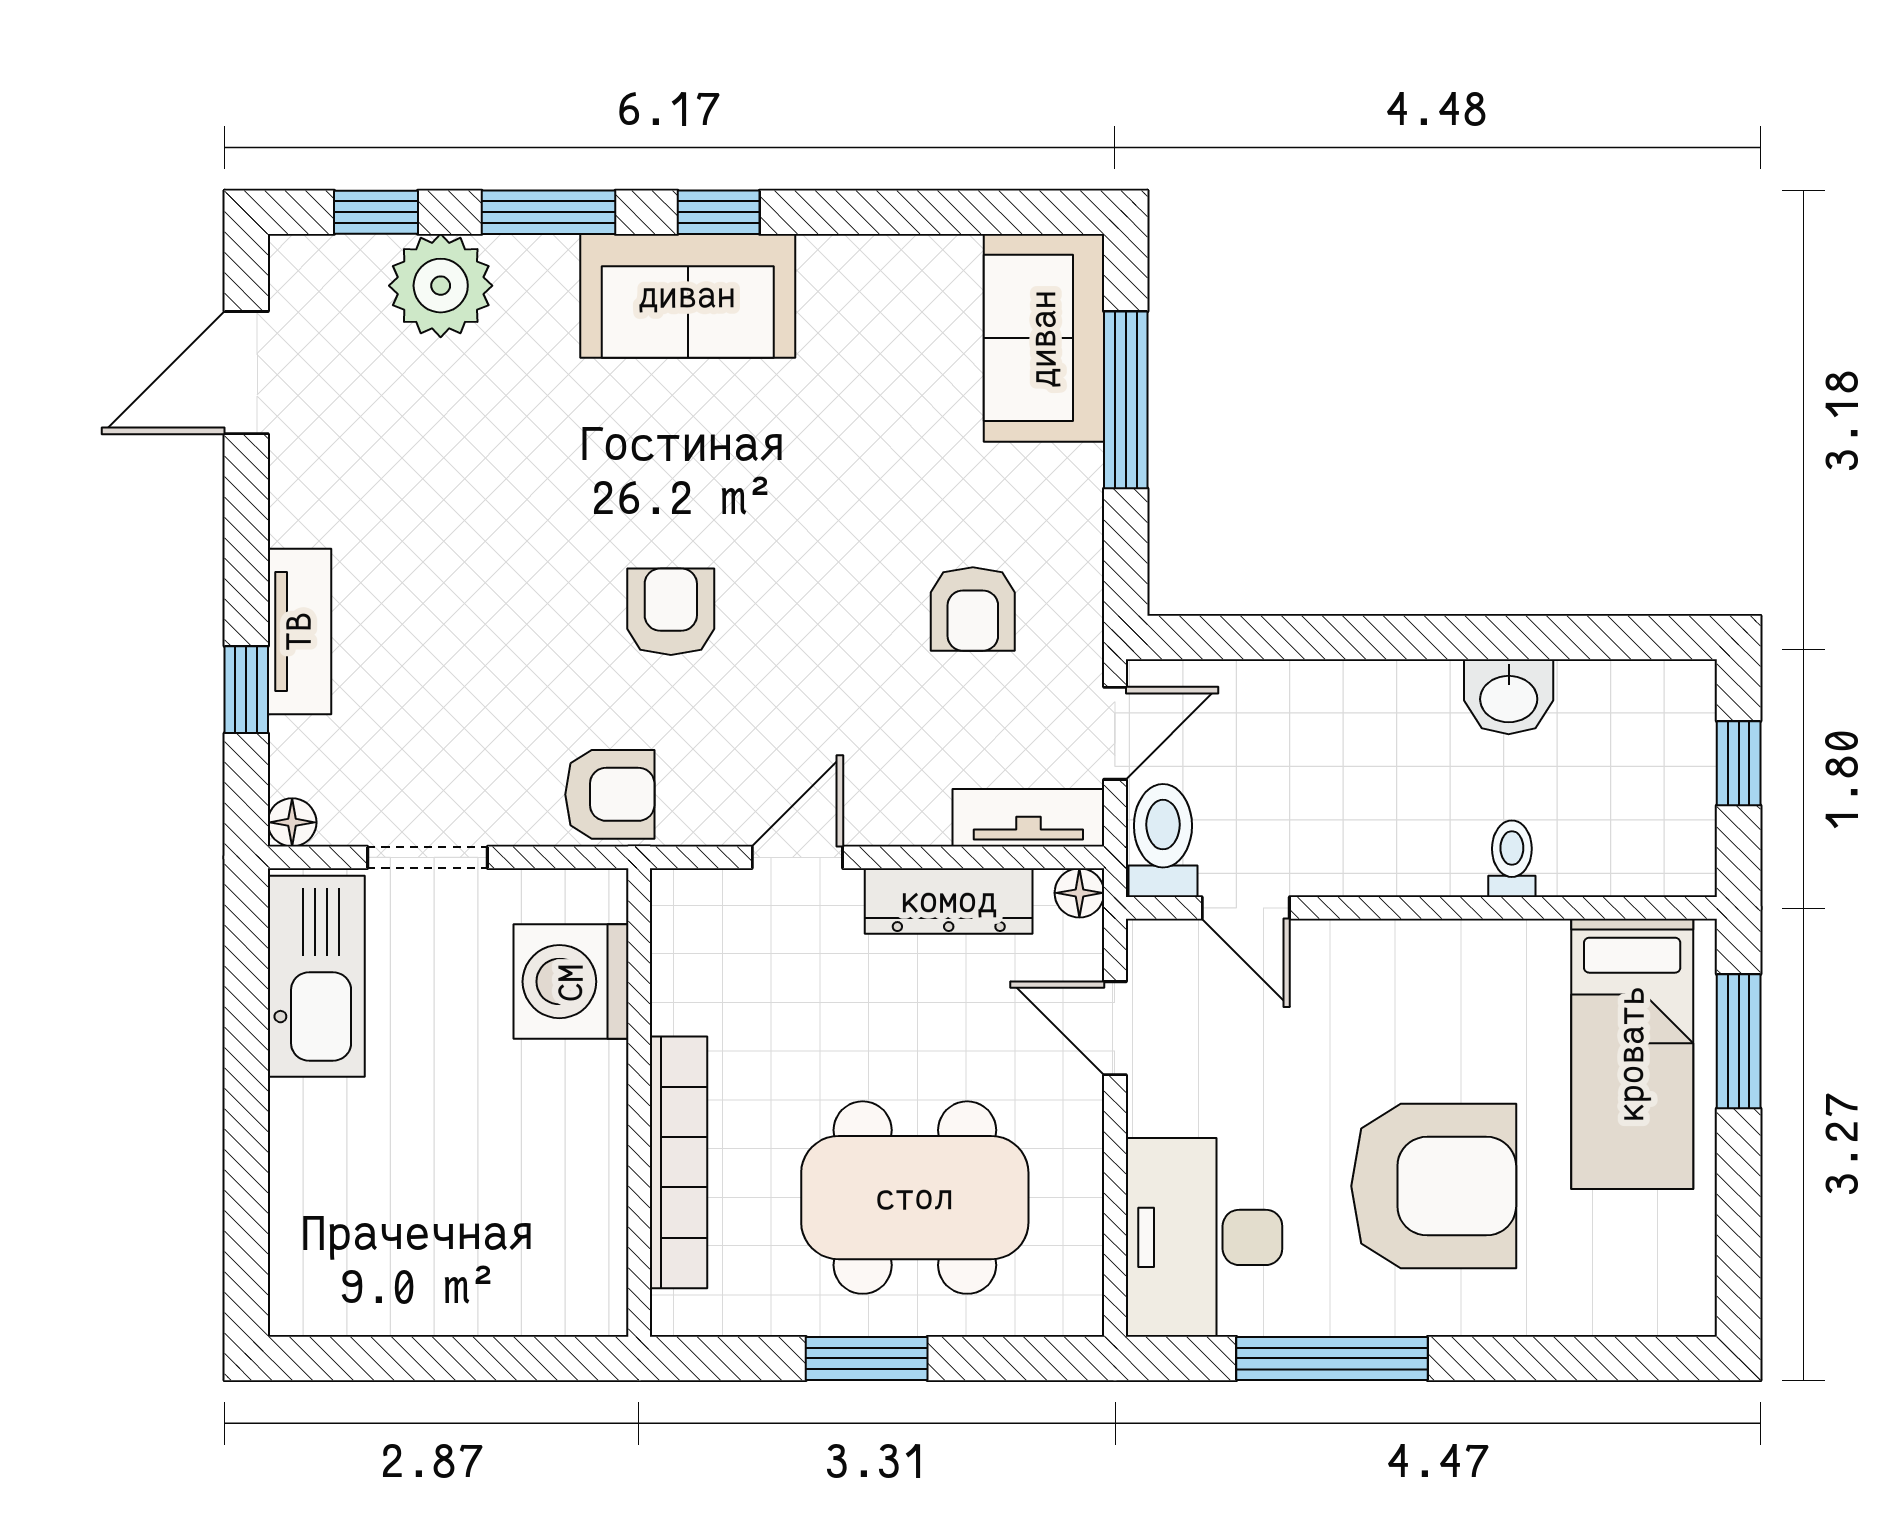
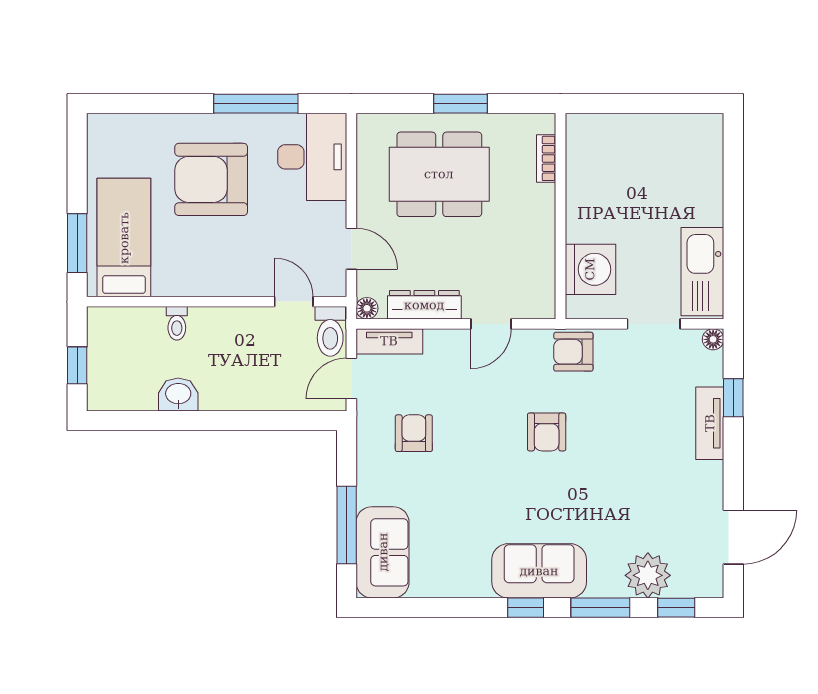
bookcase: (679, 1162) -> (546, 158), width x0.43, depth x0.76

